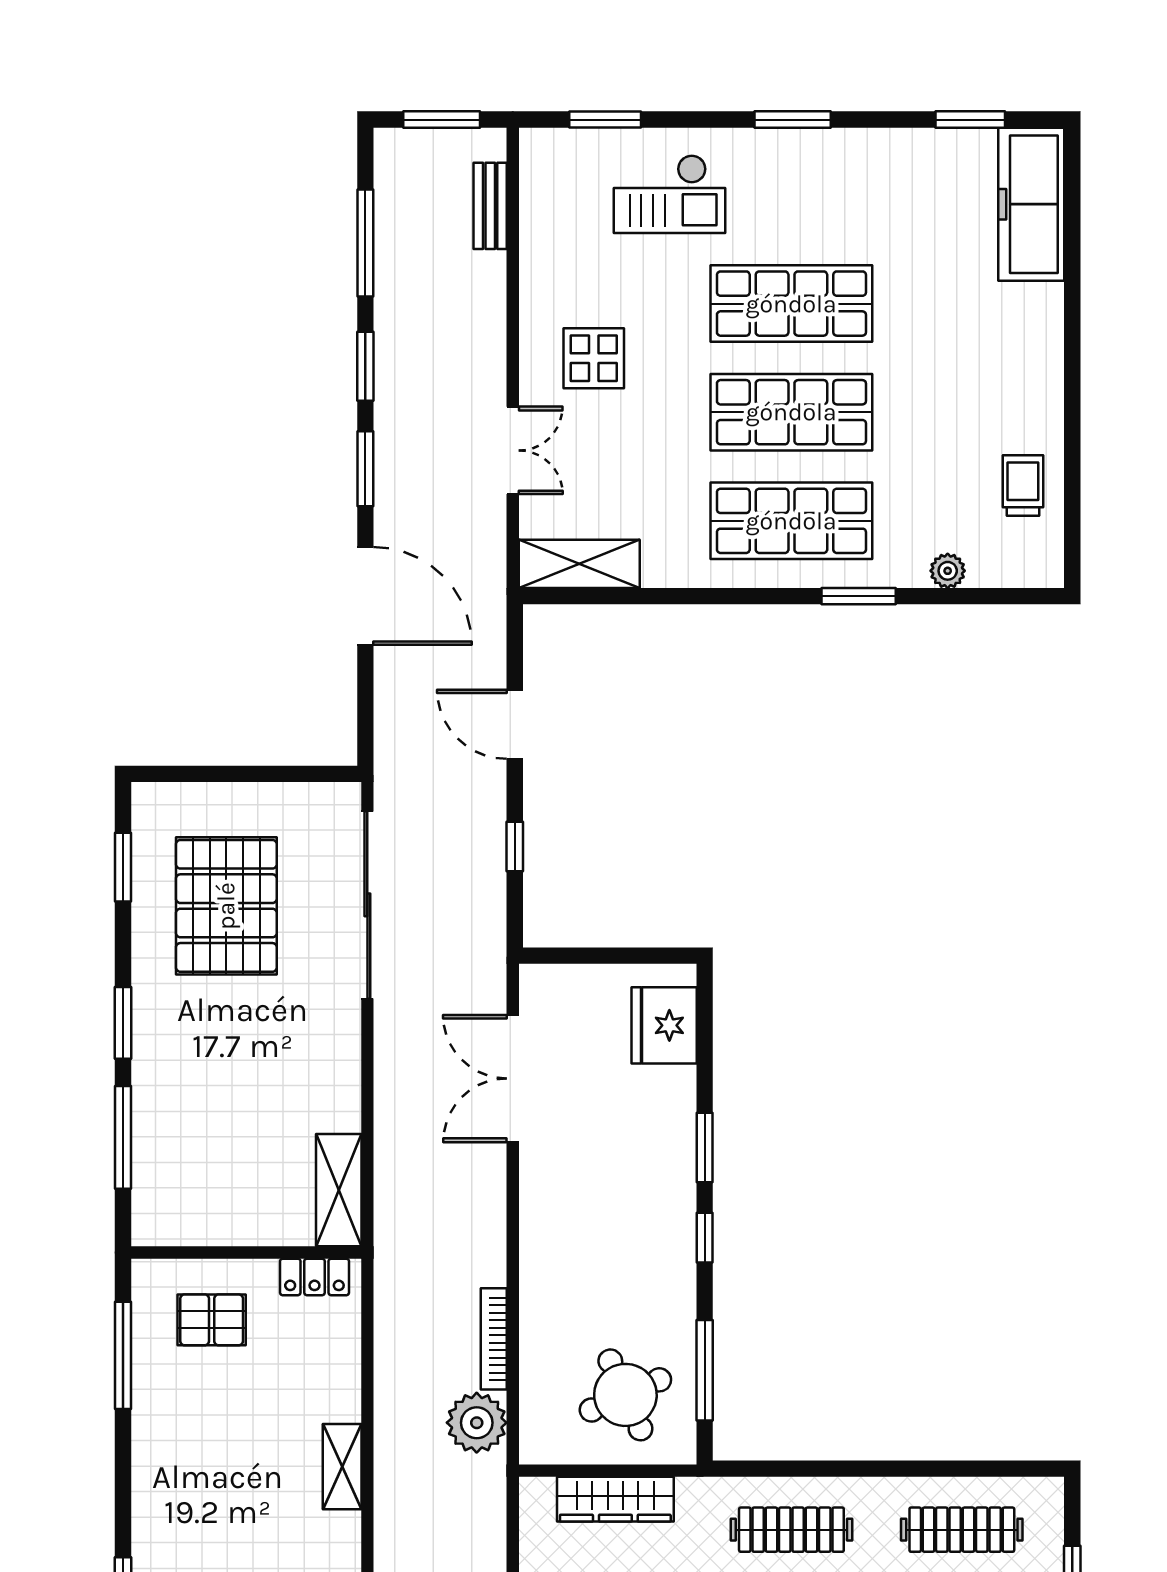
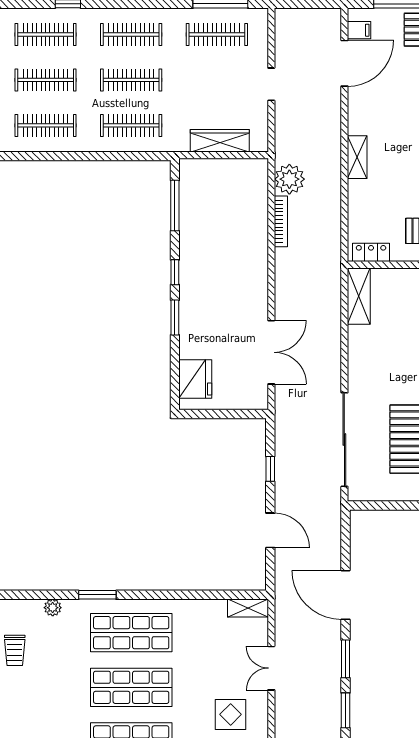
shelving: (579, 564) -> (248, 608), width x0.67, depth x0.75
round table: (625, 1395) -> (215, 193), removed

